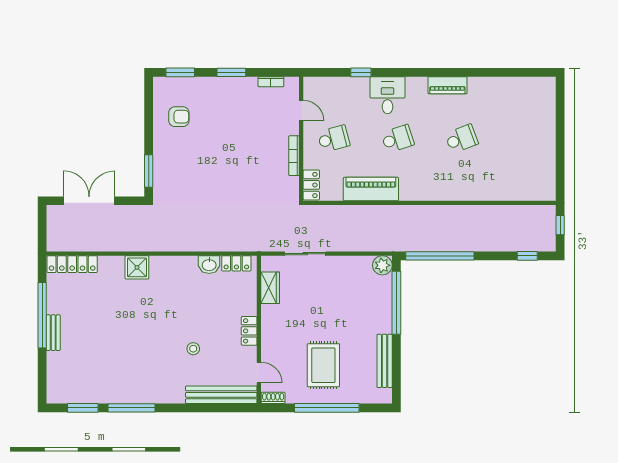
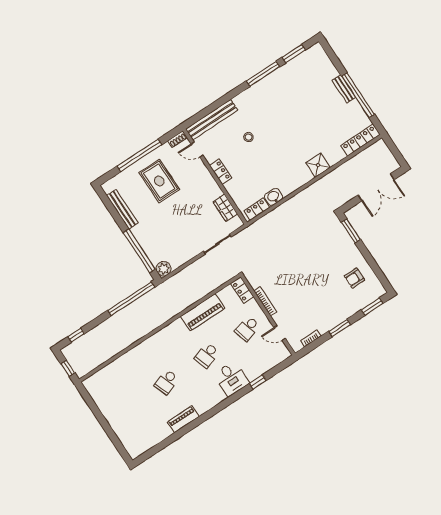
piano: (447, 85) -> (183, 419), moved

